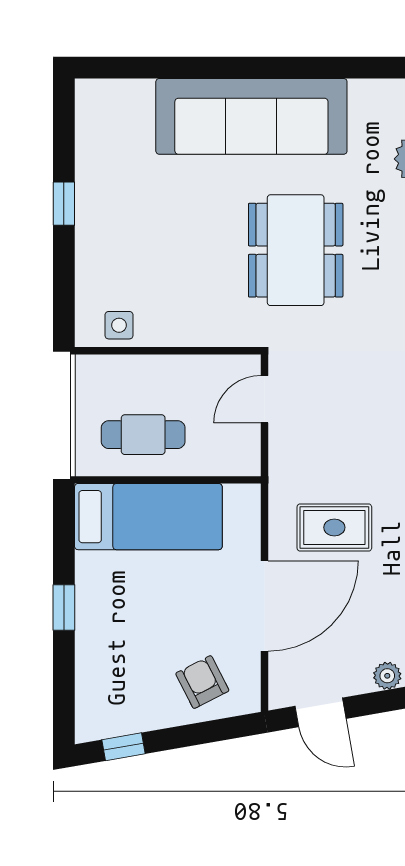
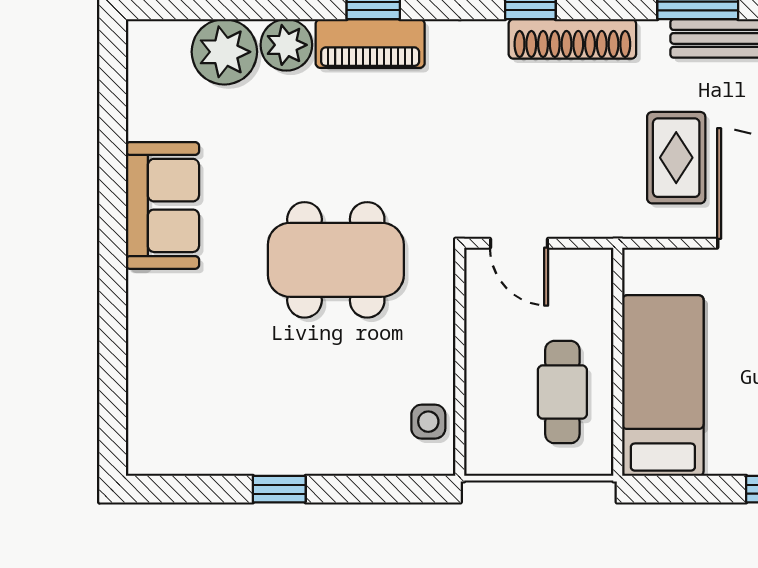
sofa: (251, 116) -> (162, 205), width x0.54, depth x0.79
dining table: (296, 250) -> (336, 260), moved

